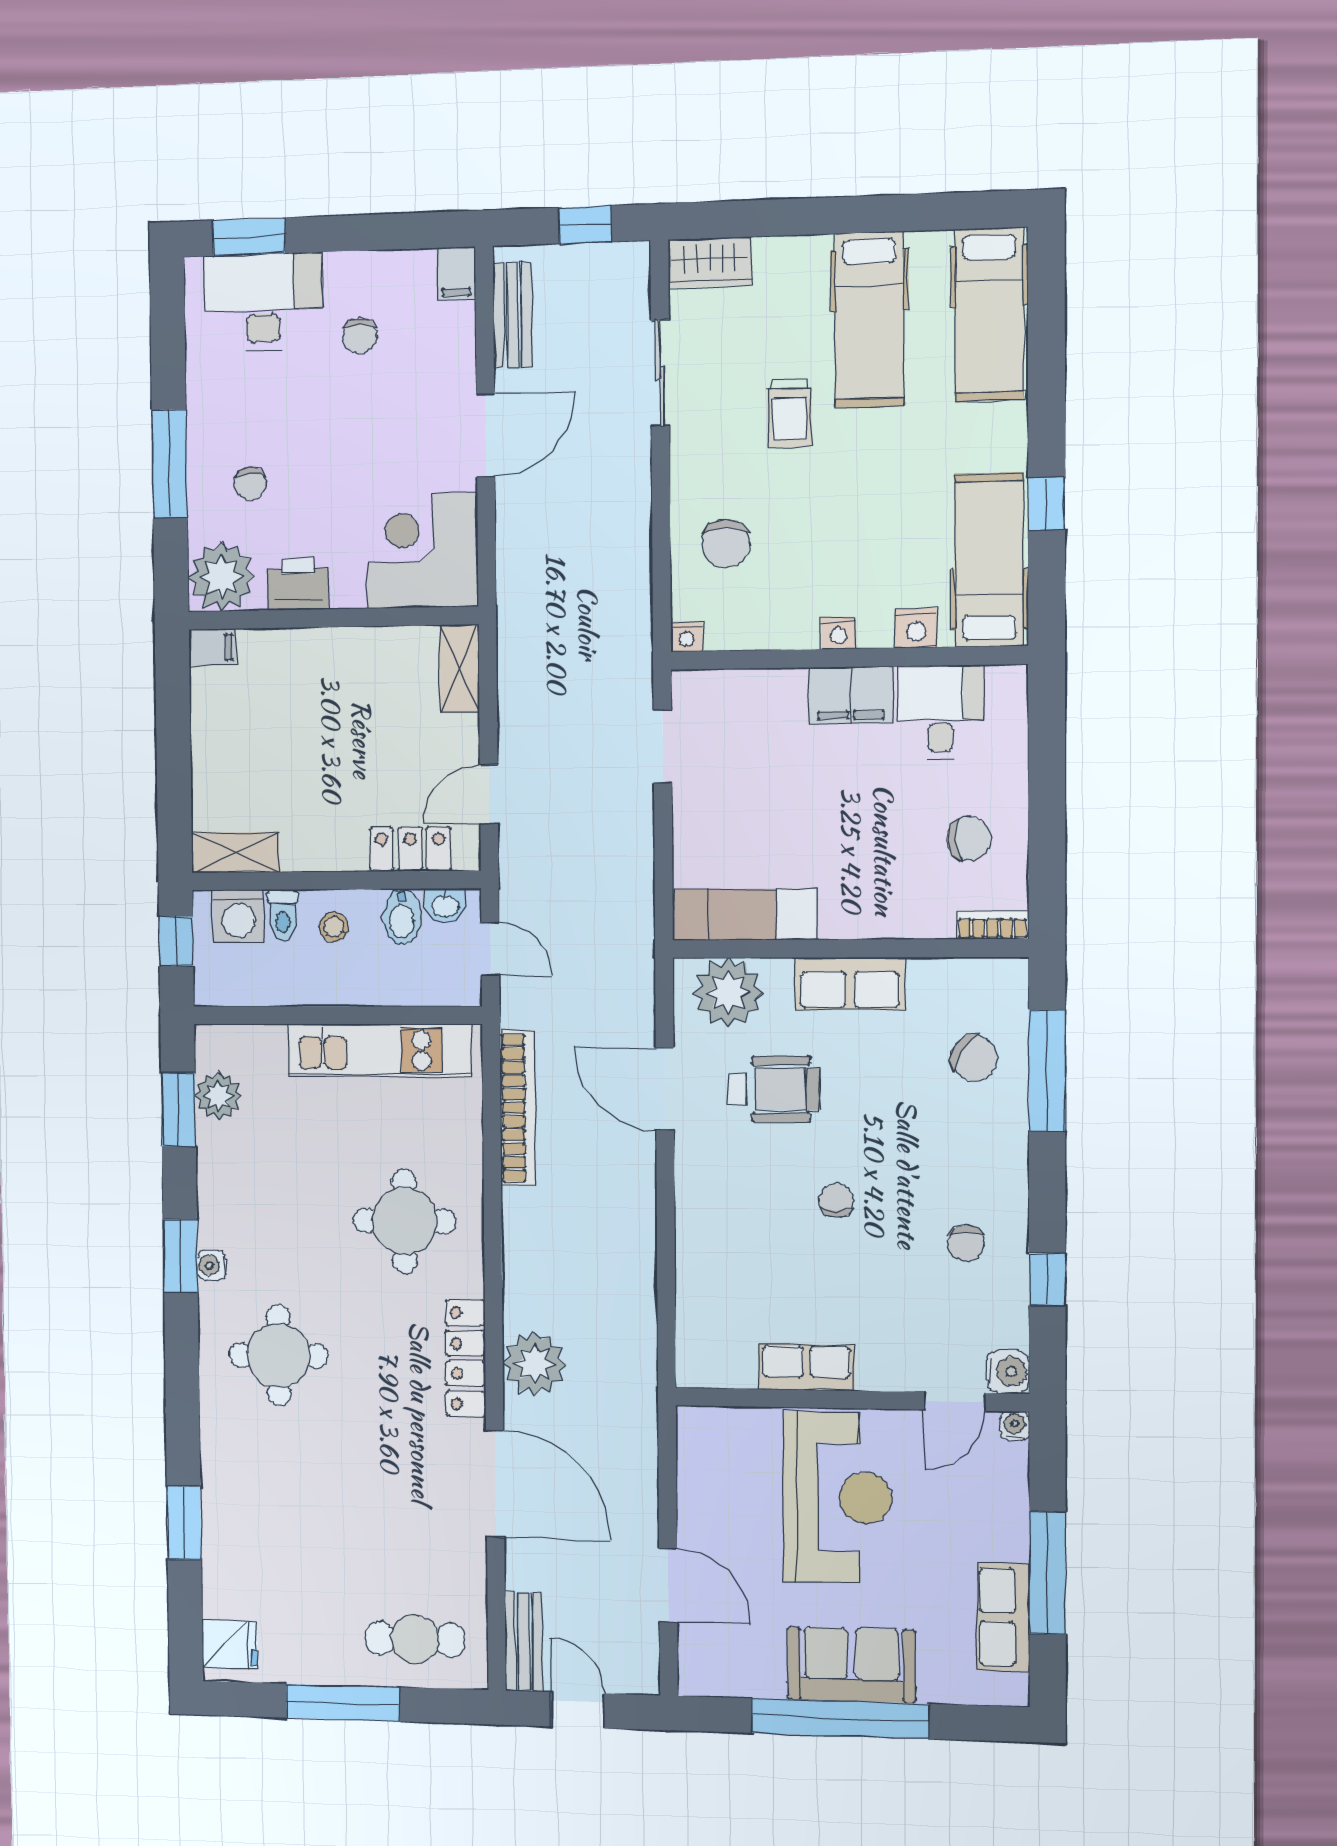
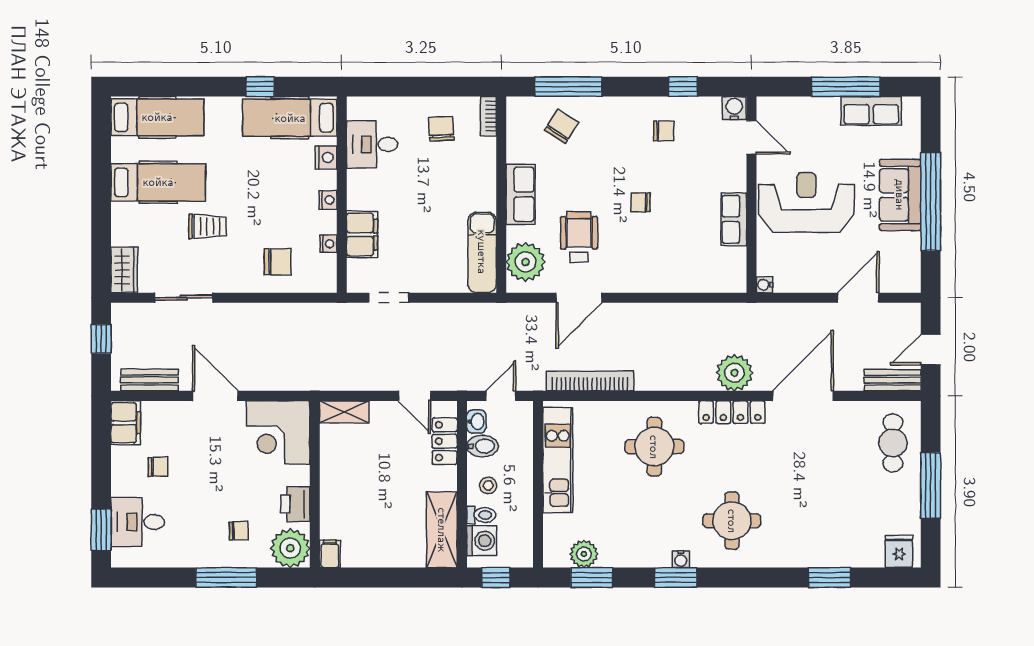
filing cabinet: (456, 274) -> (126, 423), width x2.00
desk: (263, 302) -> (138, 522), width x0.73
nightstand: (687, 636) -> (328, 244), moved
filing cabinet: (851, 695) -> (362, 235), moved
shelving: (235, 852) -> (442, 530), width x1.50, depth x1.33
water cooler: (1015, 1426) -> (764, 285), moved

